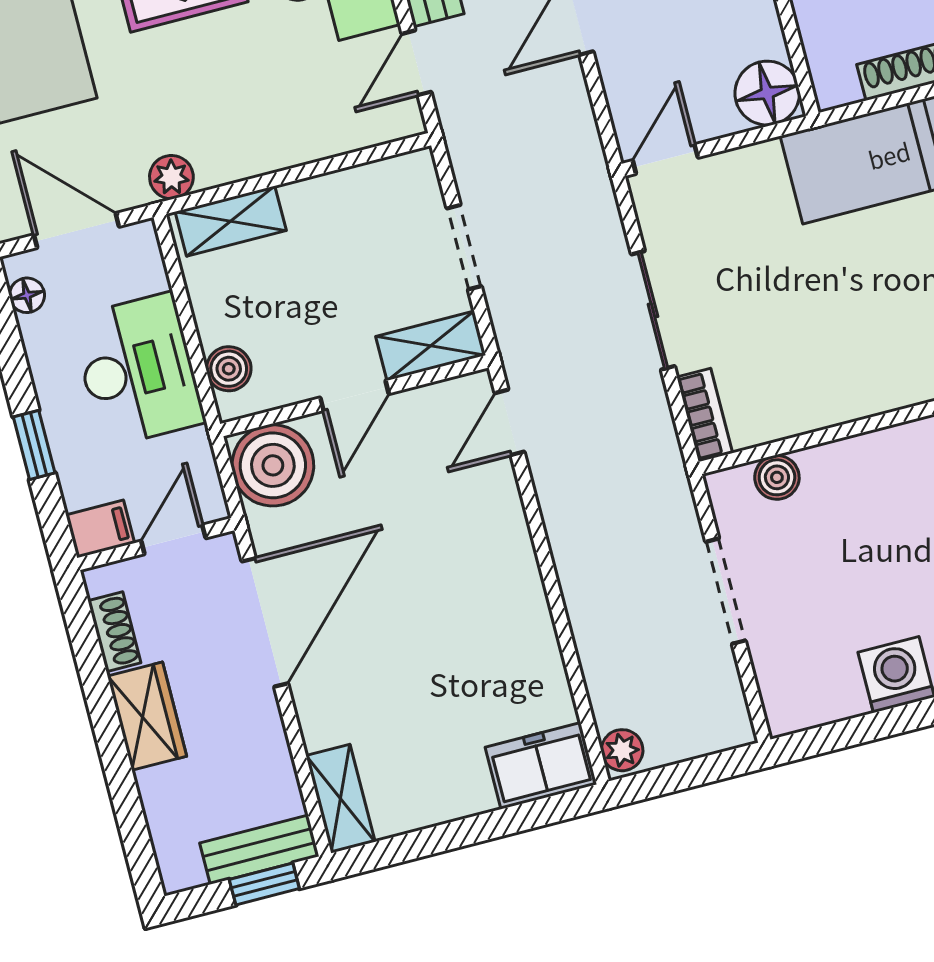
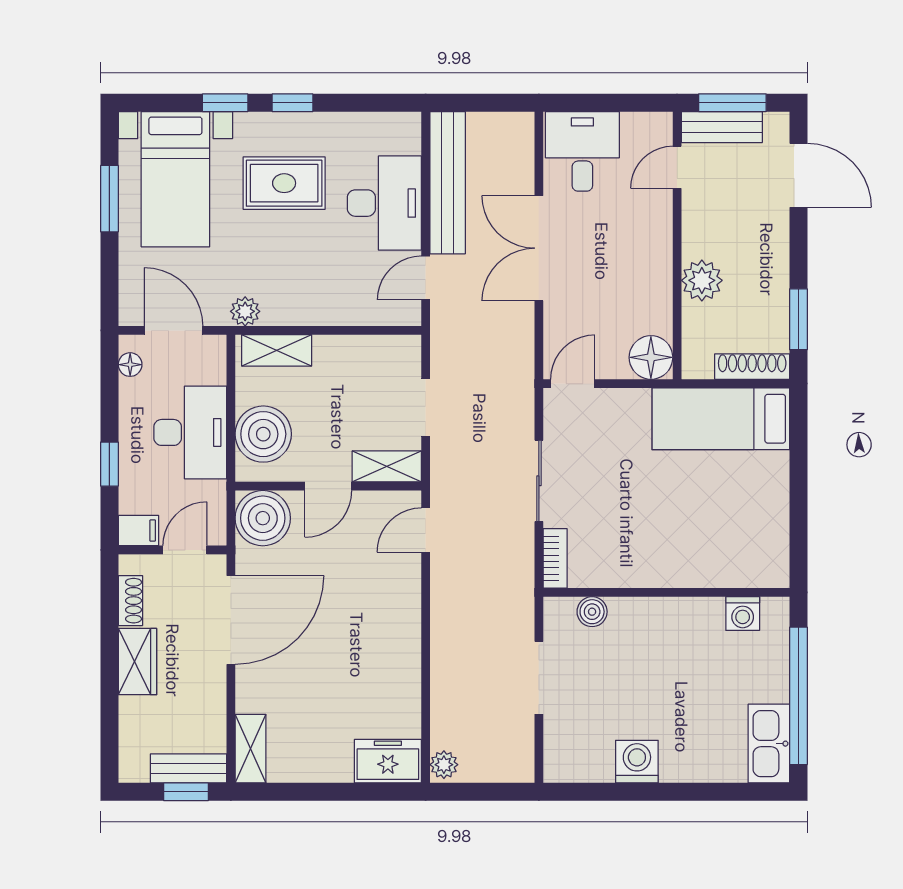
boiler: (229, 369) -> (263, 434), width x1.86, depth x1.86

